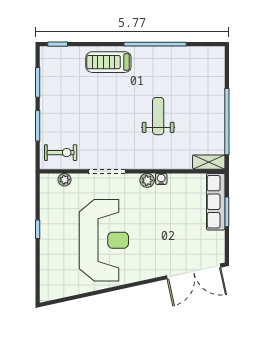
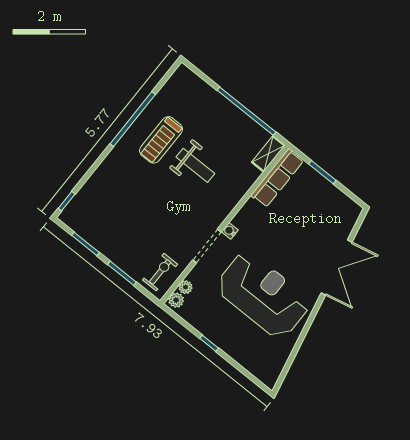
treadmill: (108, 62) -> (161, 140), moved
weight bench: (158, 116) -> (195, 165), turned 180
water cooler: (161, 179) -> (230, 231), moved
plant: (147, 180) -> (176, 300), moved
row of seats: (216, 202) -> (277, 178), moved, turned -90
double door: (194, 271) -> (337, 267), moved

